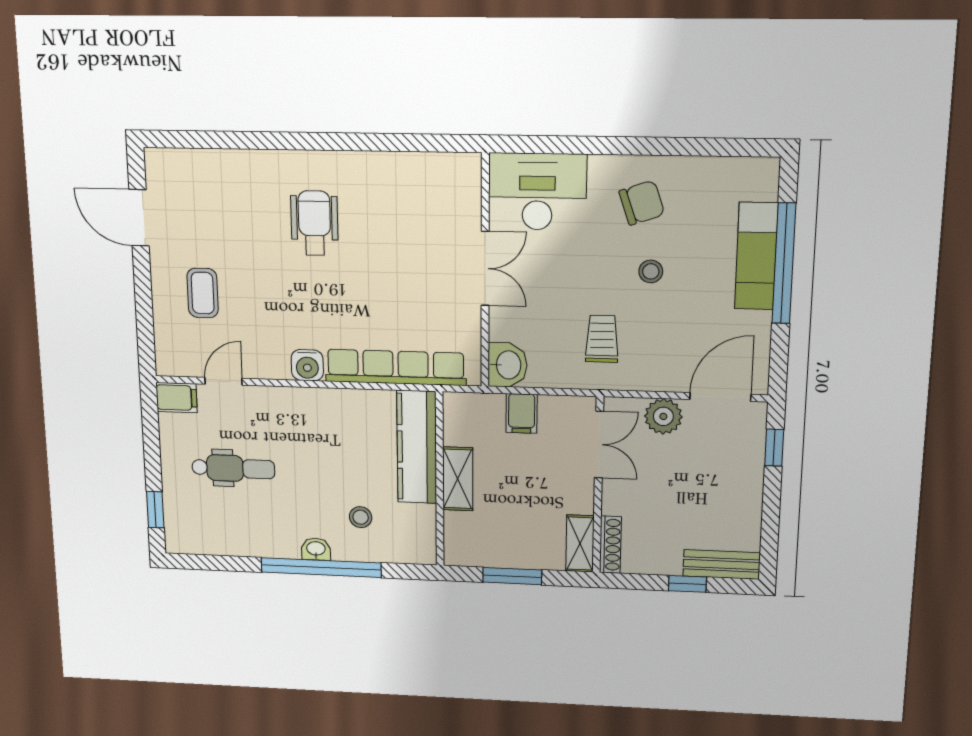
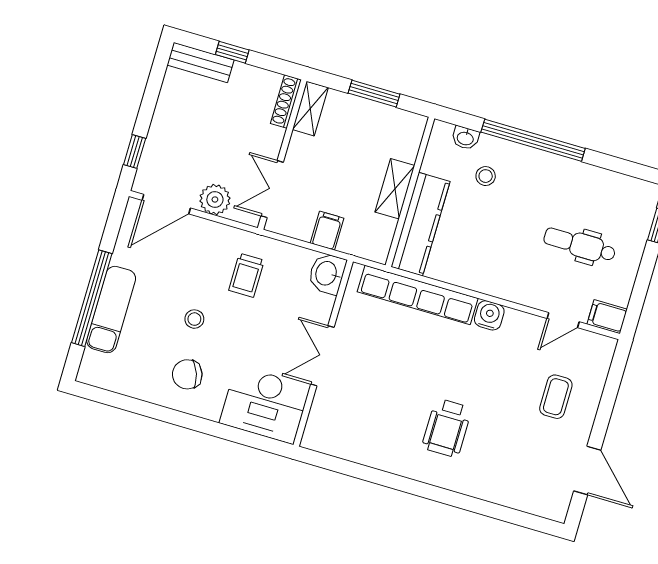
washbasin: (316, 549) -> (465, 138), moved

